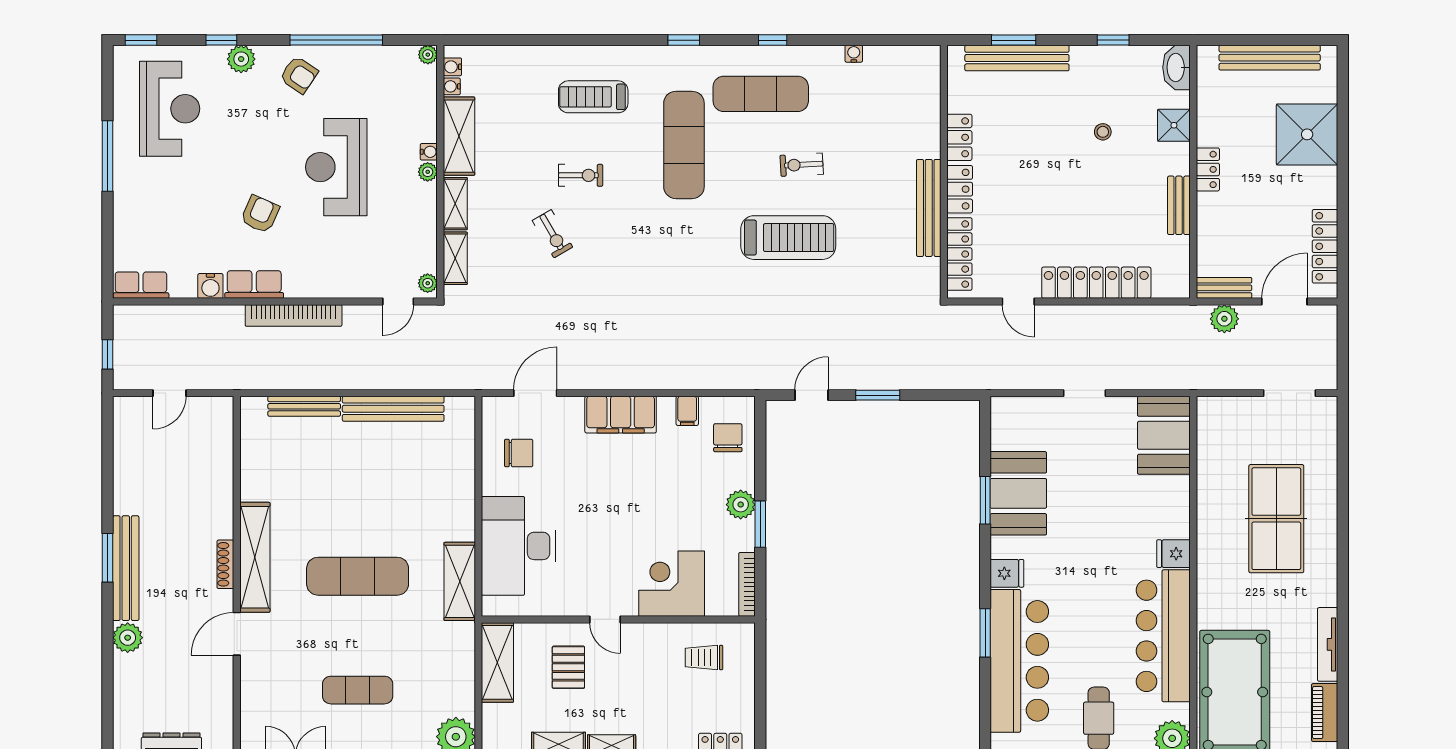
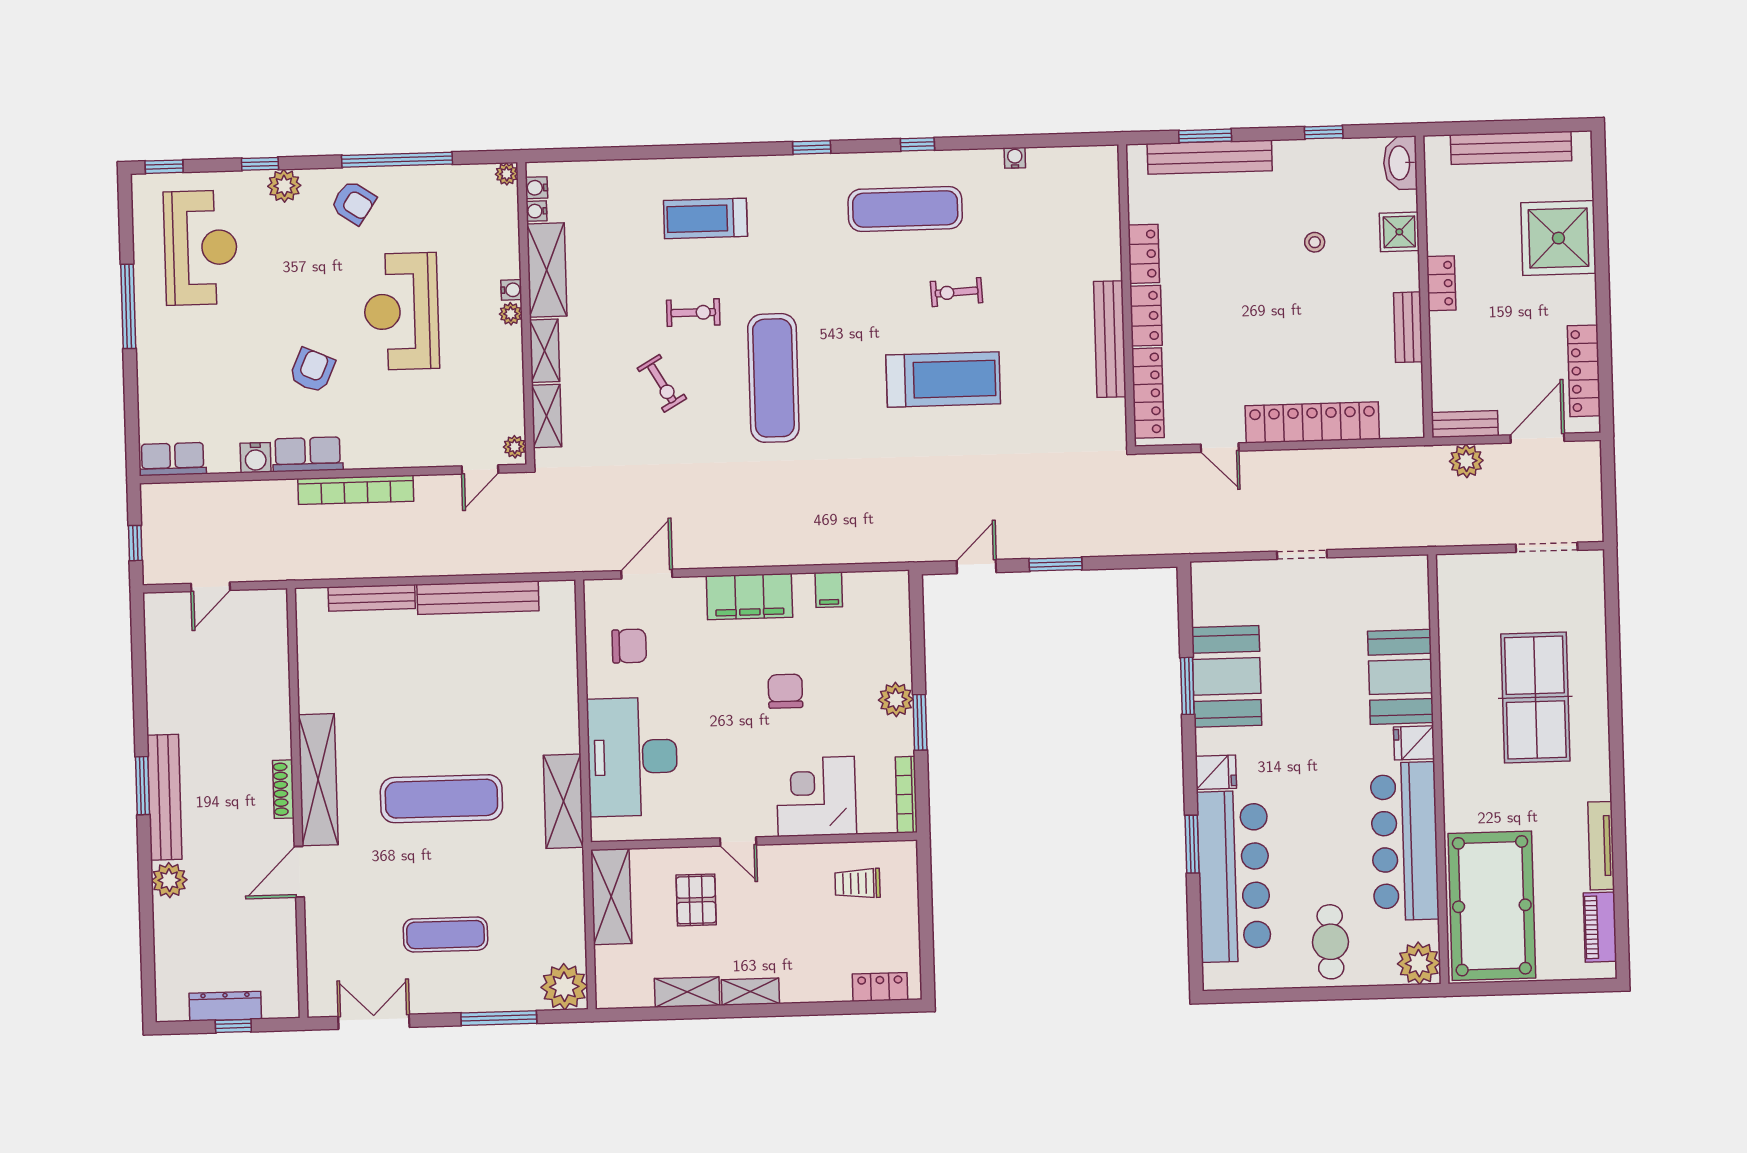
exercise mat: (684, 145) -> (773, 378), moved
booth: (1164, 435) -> (1400, 677), moved
chair: (728, 438) -> (785, 691), moved

